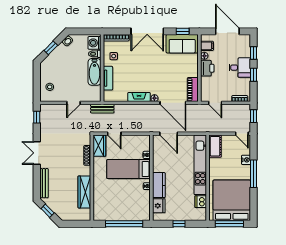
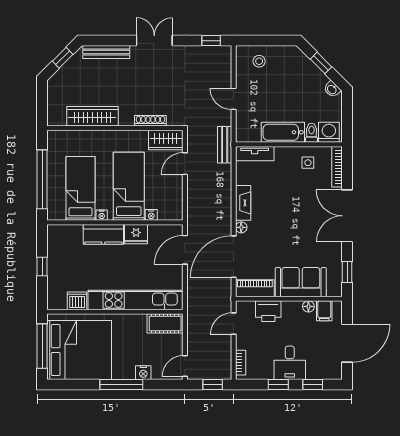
sofa: (182, 44) -> (301, 282), moved, turned 90
printer: (207, 68) -> (268, 311), moved
tv unit: (108, 78) -> (255, 154), moved
bed: (130, 200) -> (80, 188), added
fridge: (159, 206) -> (136, 234), moved

